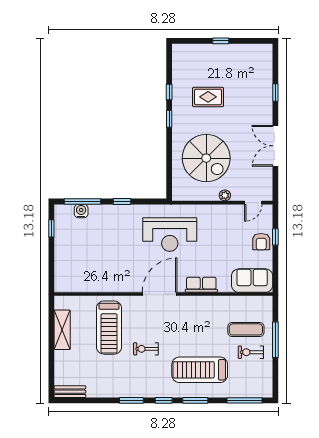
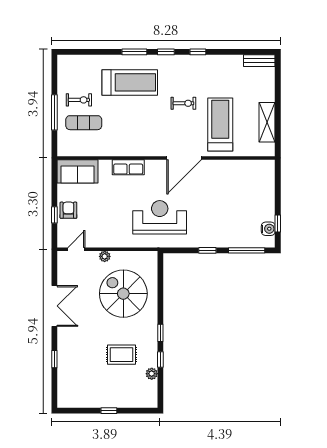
plant: (178, 78) -> (152, 374), added
water cooler: (81, 211) -> (268, 229), moved, turned -90
door: (160, 294) -> (184, 158), moved
window: (131, 400) -> (198, 52), width x0.67
window: (245, 400) -> (85, 52), removed

